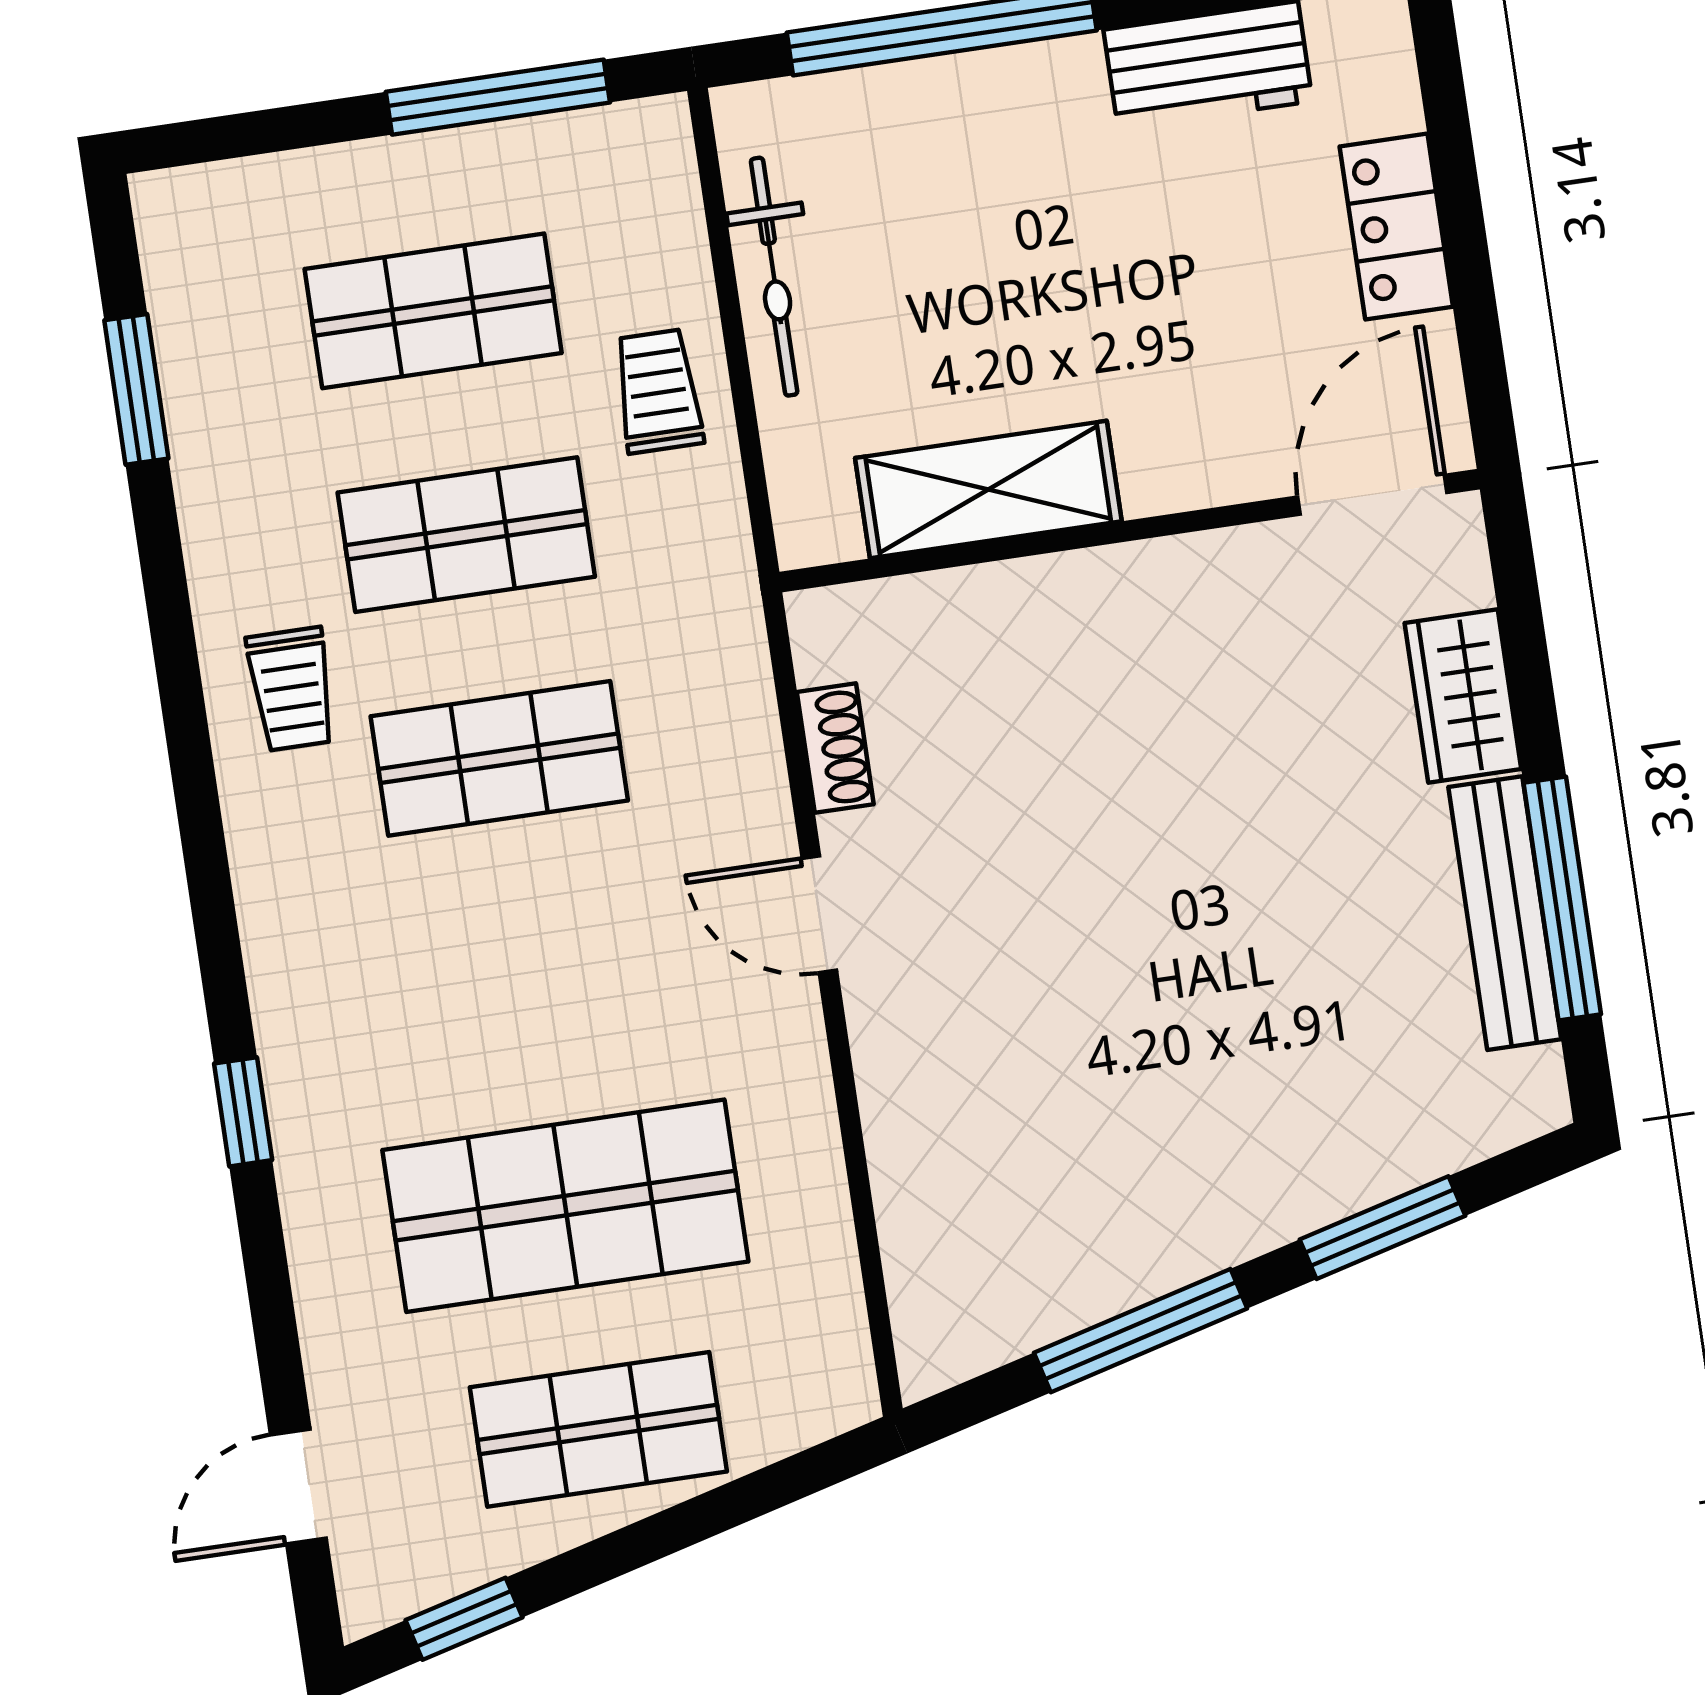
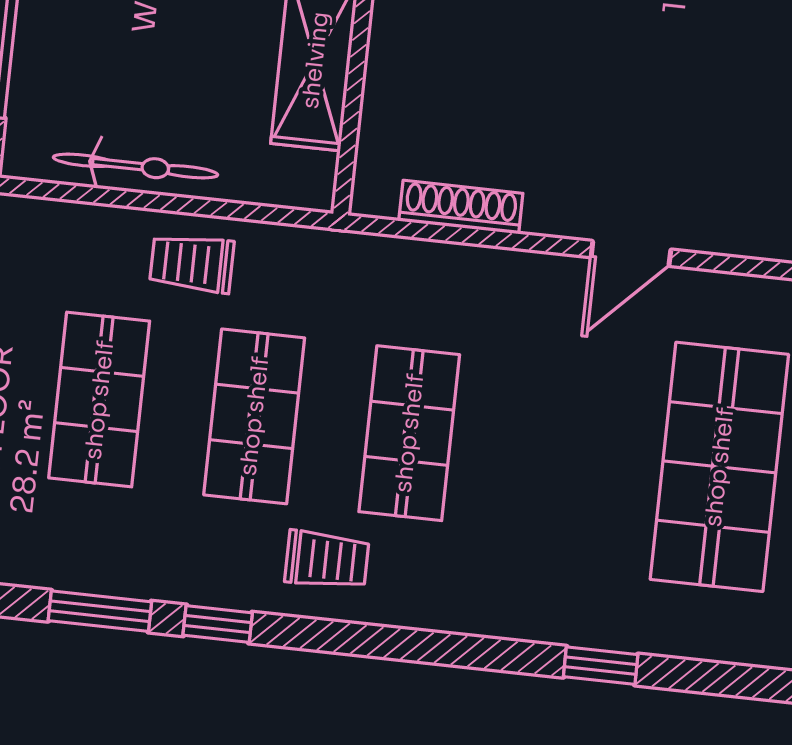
window: (161, 559) -> (218, 624), added
shoe rack: (835, 748) -> (461, 207), width x1.43
door: (819, 914) -> (631, 253), moved

